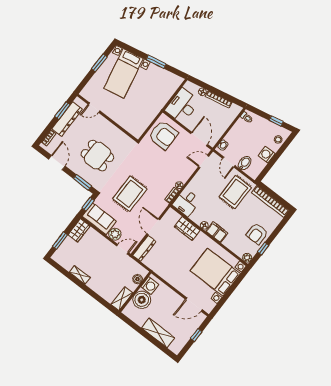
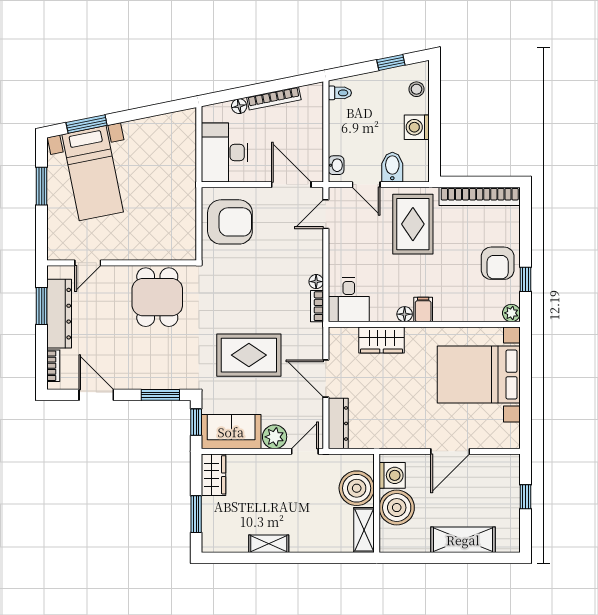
window: (156, 62) -> (87, 124), moved
dining table: (97, 156) -> (157, 297), moved, turned 90
rug: (130, 194) -> (249, 355), turned 90
filing cabinet: (217, 232) -> (423, 309), width x0.50
boiler: (137, 279) -> (357, 488), width x1.86, depth x1.86
door: (194, 305) -> (450, 451), moved

